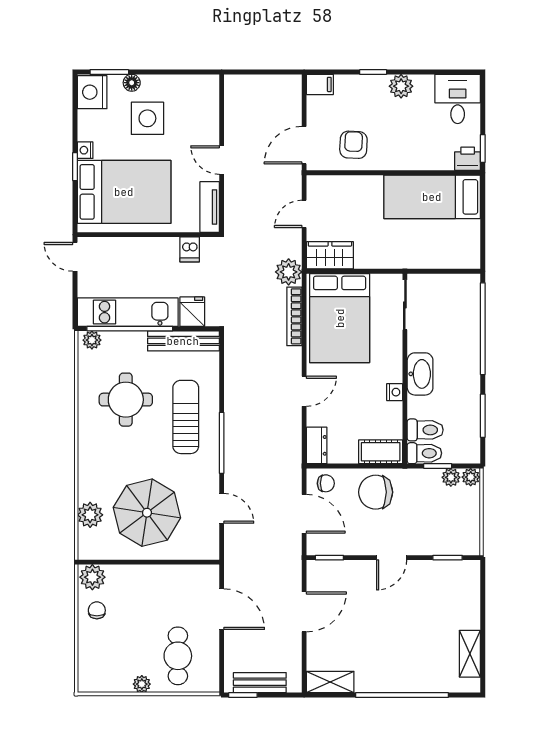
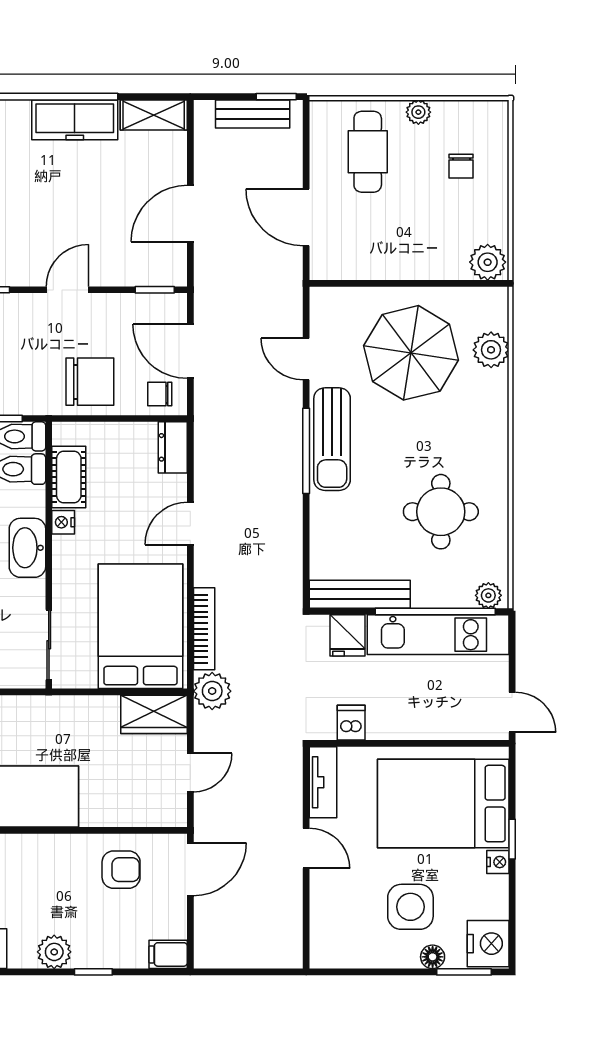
armchair: (353, 145) -> (121, 870), turned -93
sun lounger: (186, 417) -> (332, 439), moved
cot: (381, 452) -> (69, 477), moved, turned 90
chair: (97, 610) -> (461, 166), moved
freezer: (386, 679) -> (75, 120), added

